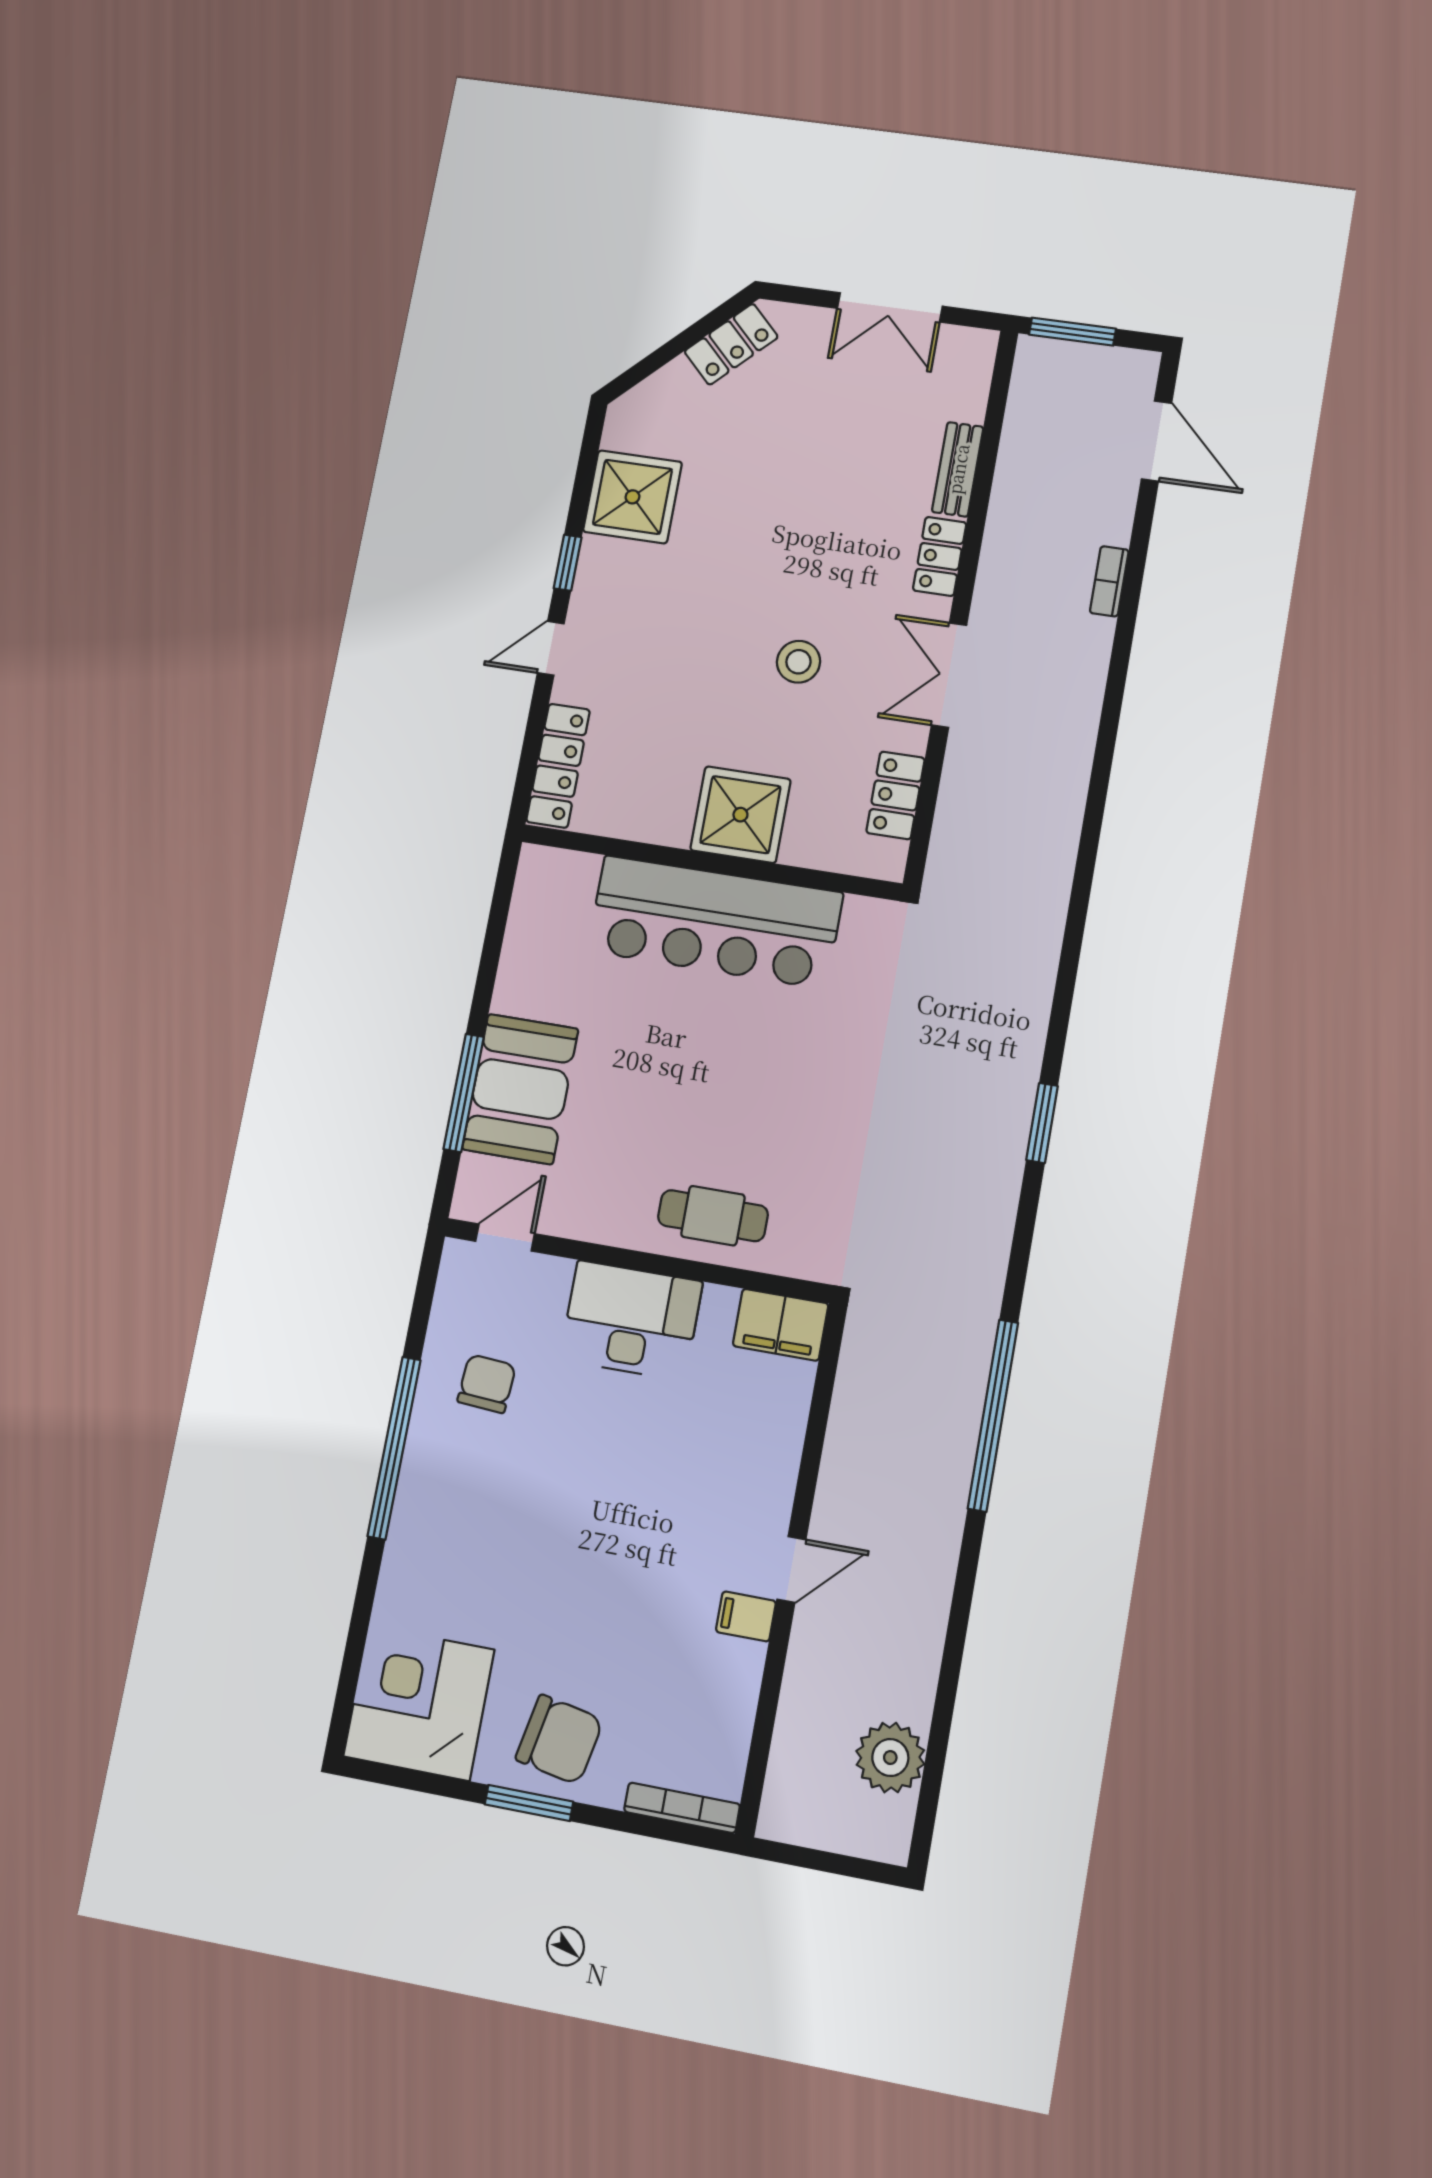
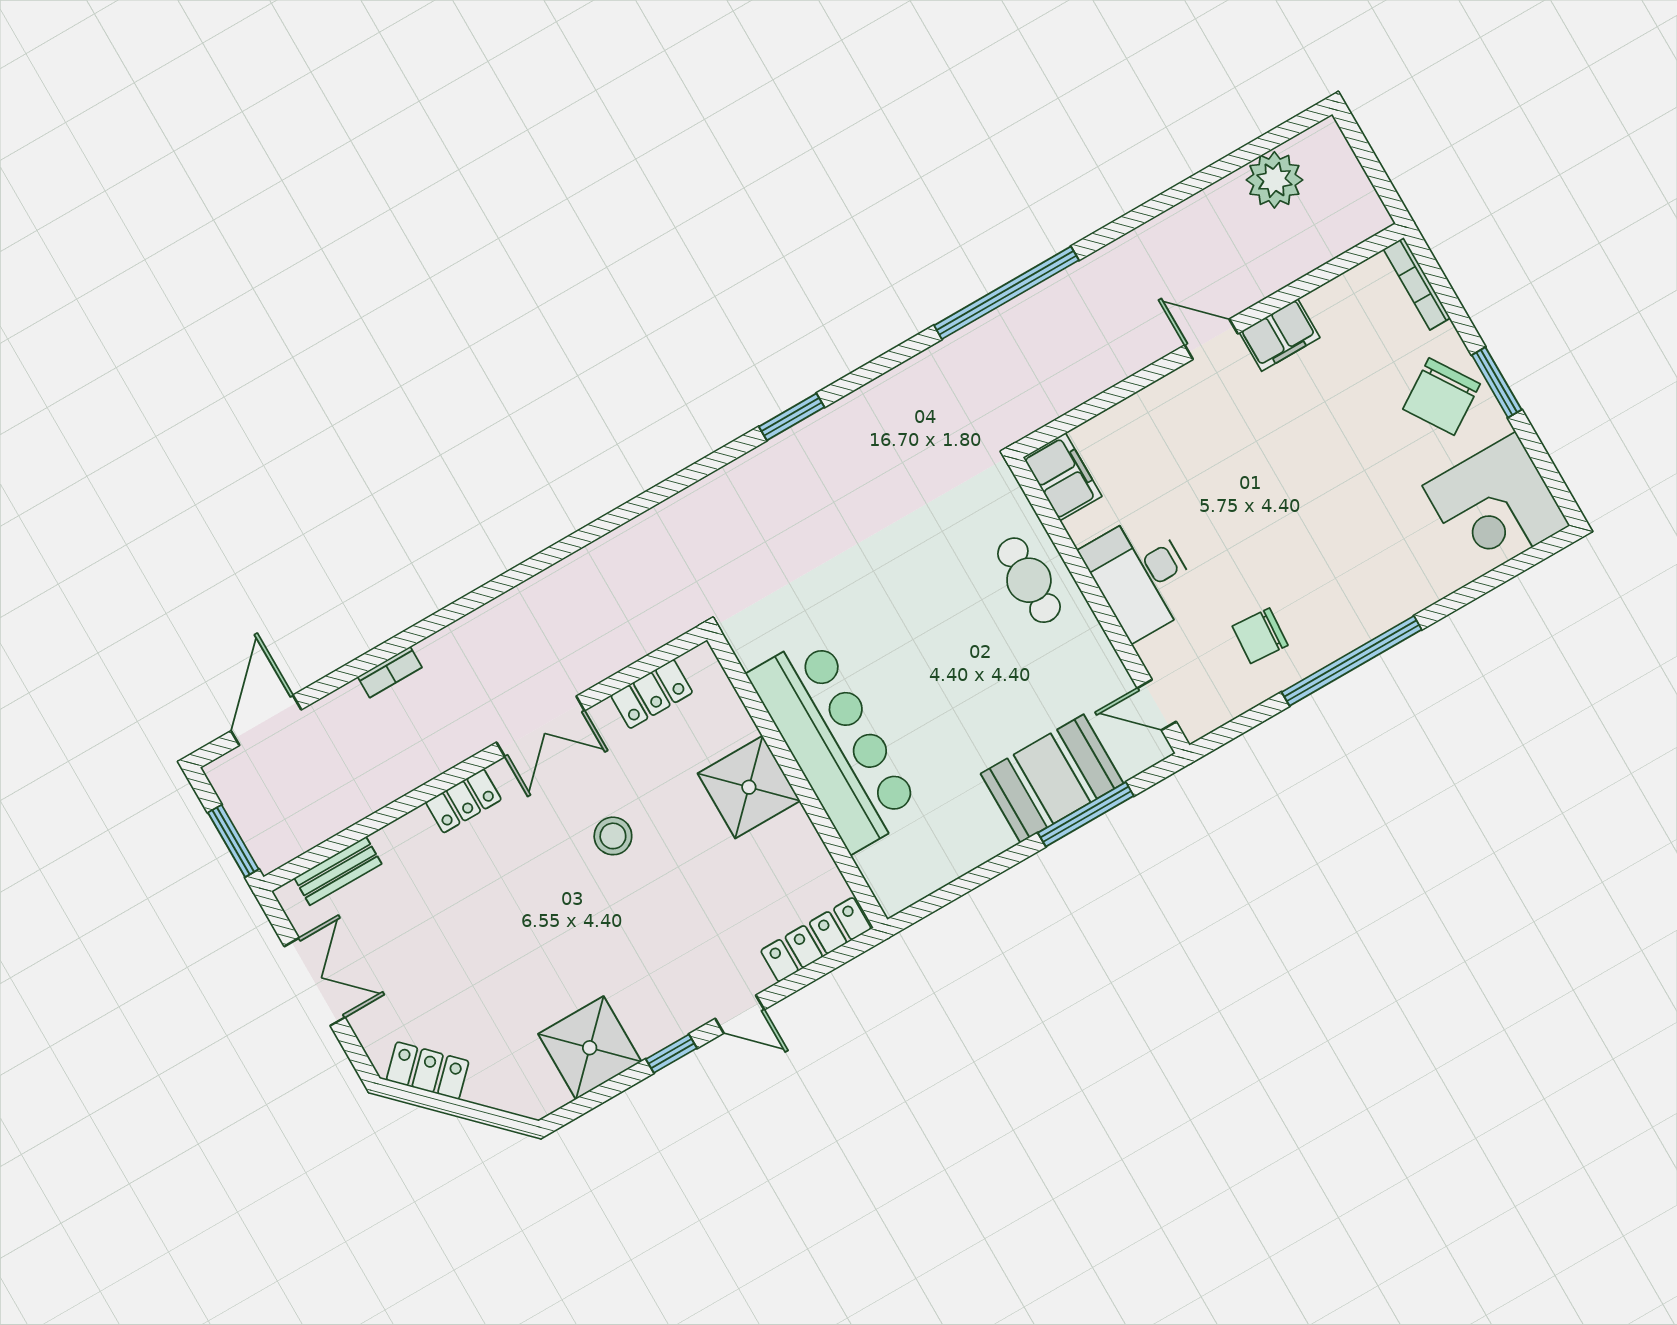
bench: (958, 469) -> (338, 871), moved
filing cabinet: (746, 1616) -> (1280, 335), width x2.00
chair: (559, 1740) -> (1442, 397), turned -134

